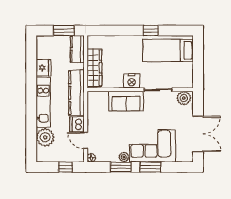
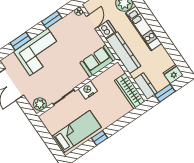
fridge: (43, 68) -> (173, 74), moved, turned 90
wardrobe: (94, 68) -> (130, 91), moved
sofa: (126, 101) -> (98, 61), moved
door: (86, 140) -> (92, 22), hinge flipped
plant: (124, 157) -> (55, 29), removed
window: (150, 167) -> (20, 41), moved

